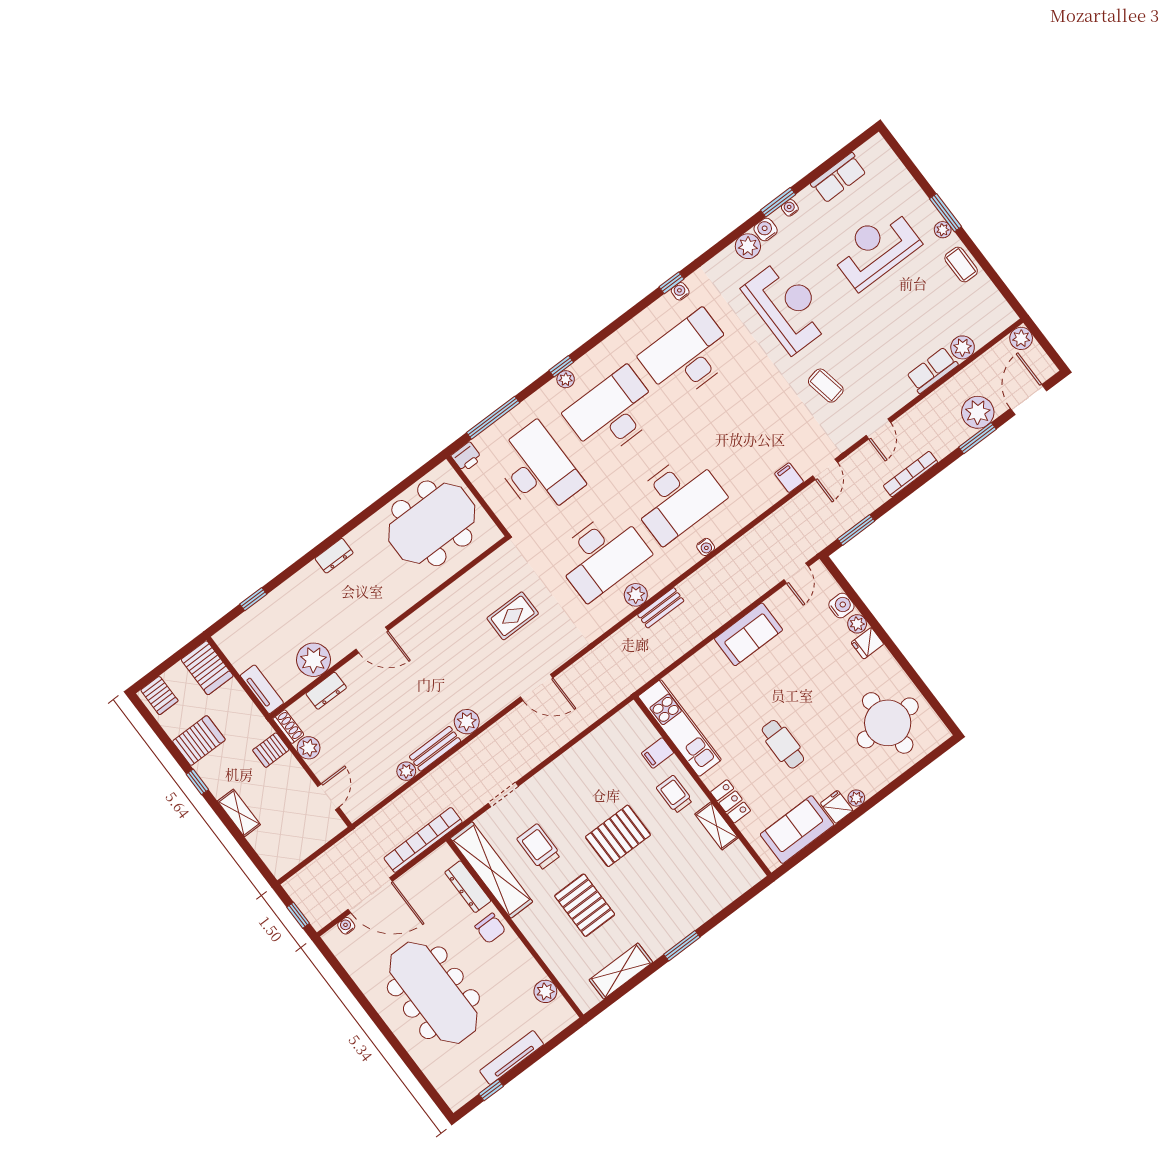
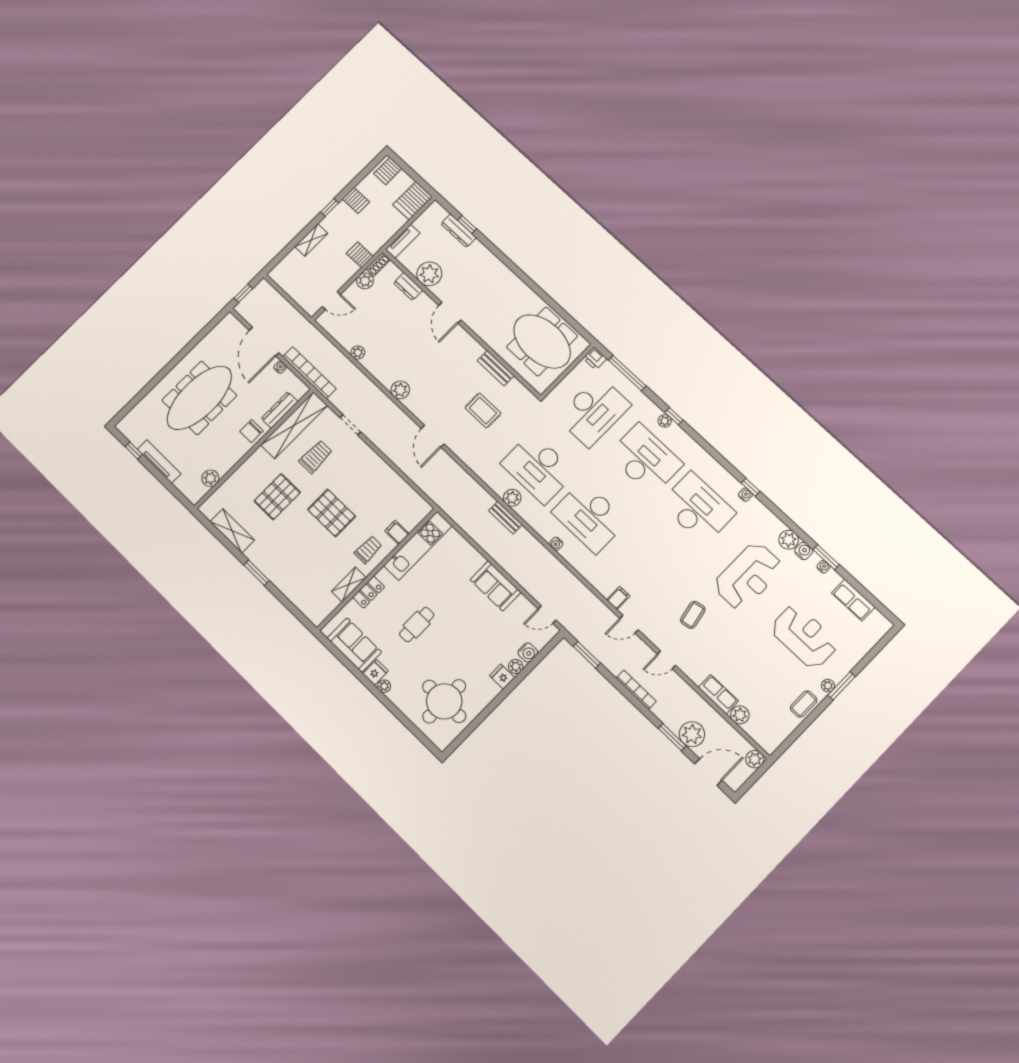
dresser: (334, 556) -> (459, 231), moved, width x1.44
server rack: (199, 741) -> (356, 200), width x0.73, depth x0.70
bench: (435, 749) -> (496, 368), moved
water cooler: (346, 926) -> (280, 367), moved

